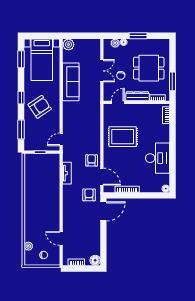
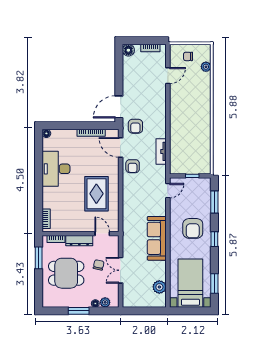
plant: (68, 45) -> (159, 287), moved
sofa: (71, 82) -> (157, 238), moved
door: (118, 102) -> (102, 234), swing flipped
armchair: (40, 107) -> (193, 228), turned -56
rug: (123, 137) -> (96, 194), turned 90
door: (61, 238) -> (168, 76), hinge flipped

